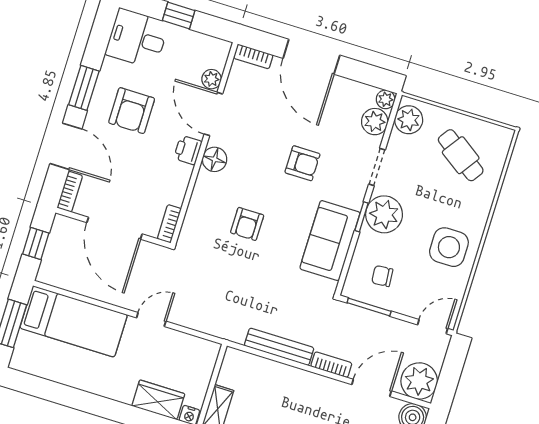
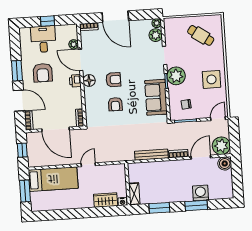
desk: (137, 39) -> (43, 39), moved, turned 90
plant: (409, 120) -> (171, 28), removed
armchair: (302, 163) -> (113, 80), moved

